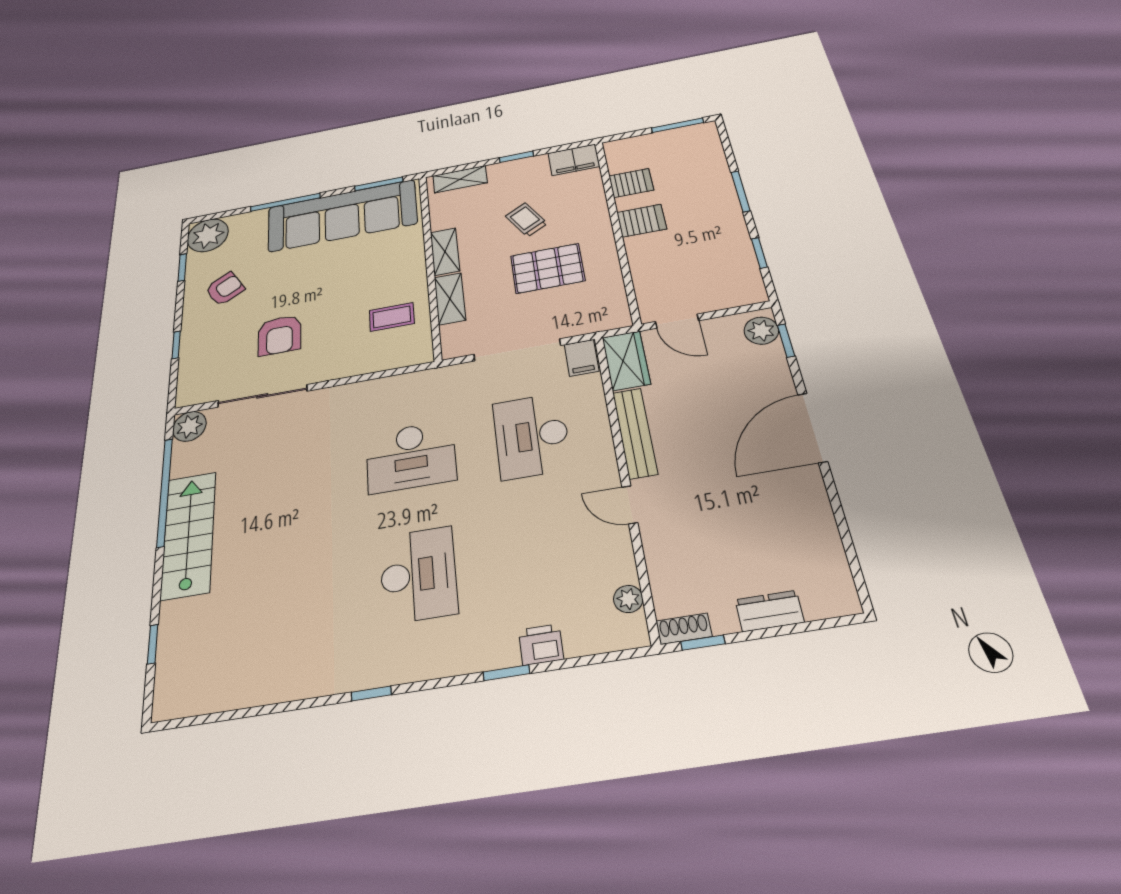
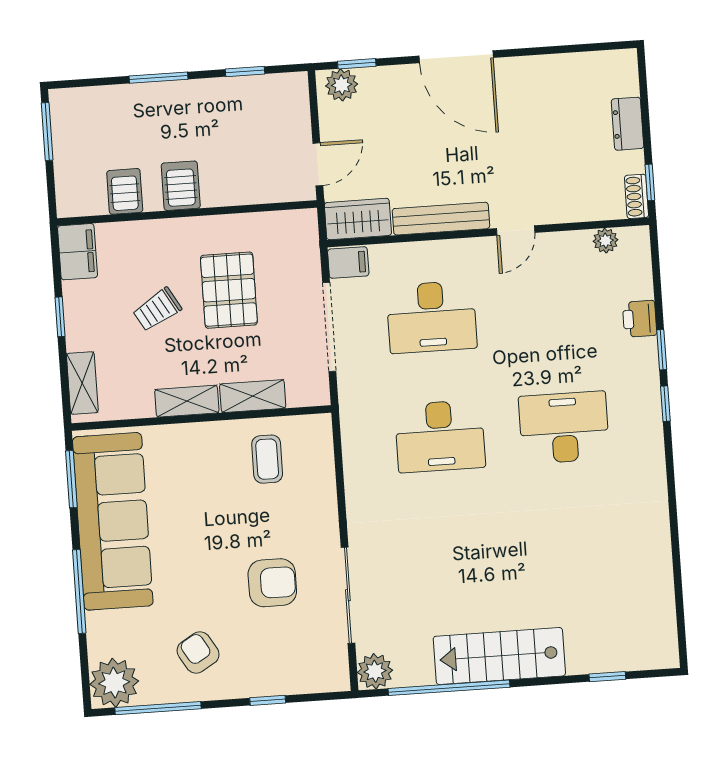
window: (182, 267) -> (158, 708), width x2.17
desk: (411, 457) -> (440, 436), turned 90
window: (371, 694) -> (665, 404), moved

